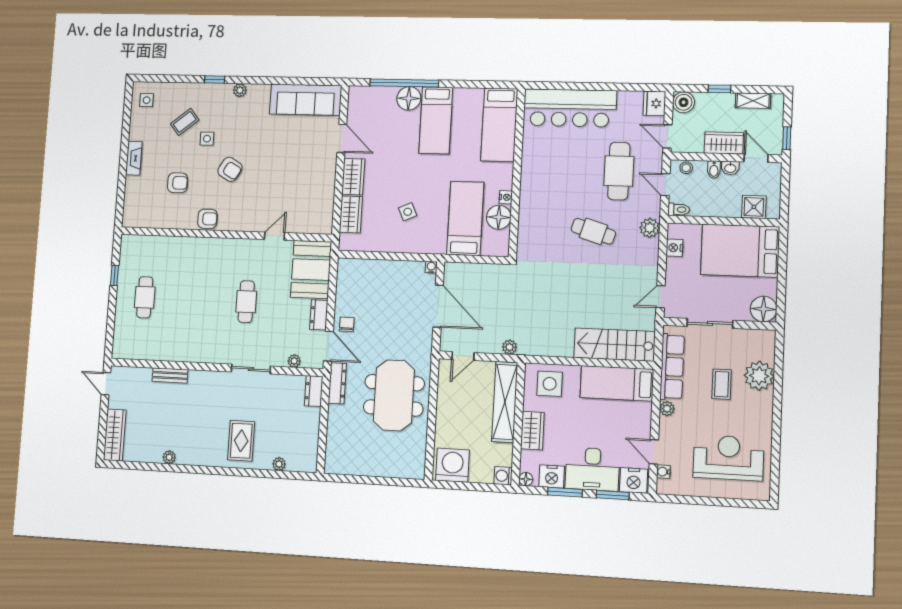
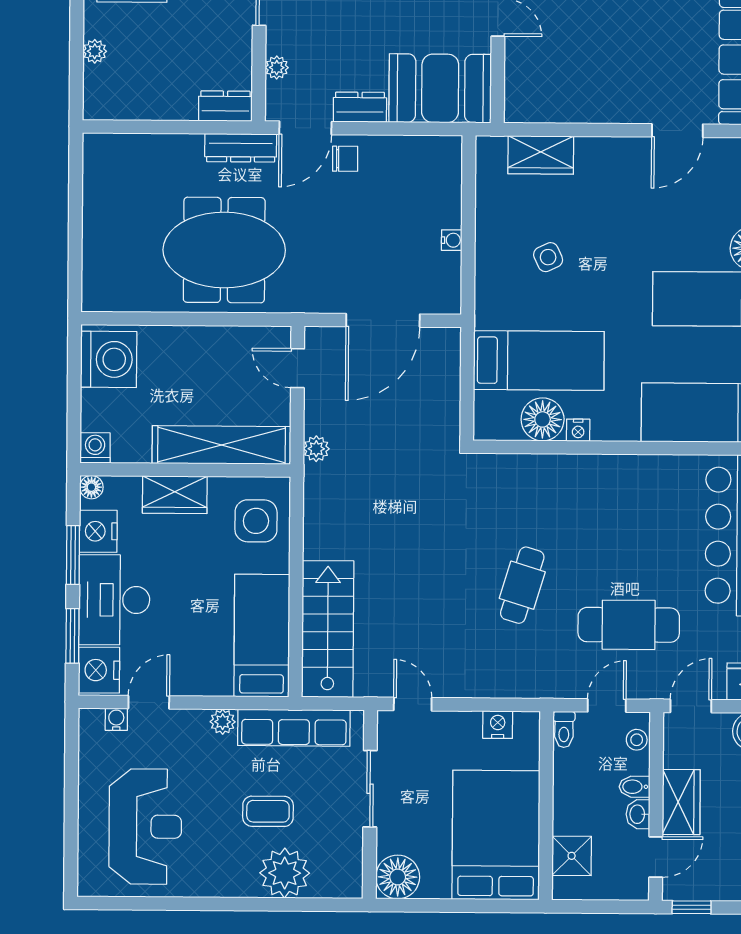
wardrobe: (353, 177) -> (609, 155), removed
plant: (650, 228) -> (531, 681), removed
water cooler: (431, 267) -> (452, 240), moved

